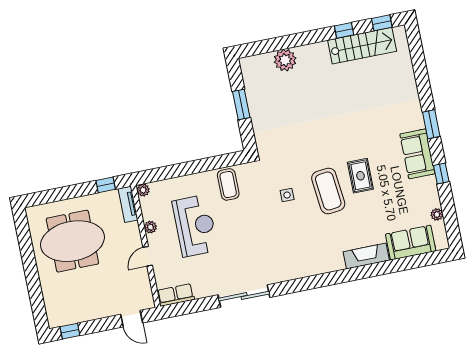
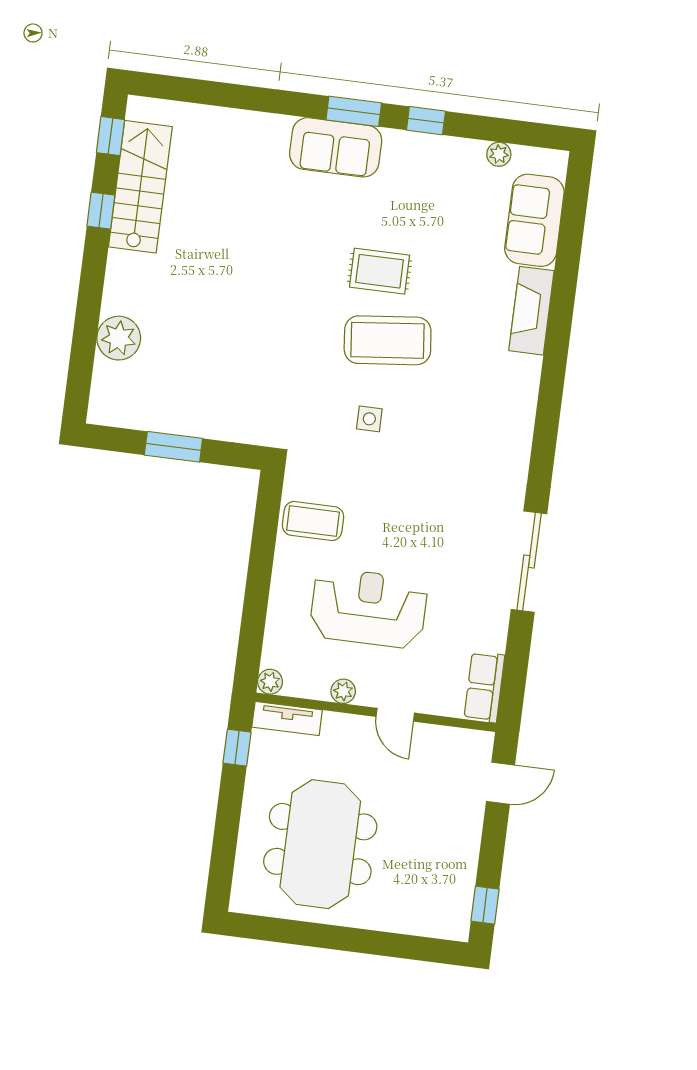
window: (431, 124) -> (354, 111), moved
sofa: (417, 154) -> (336, 147), moved

